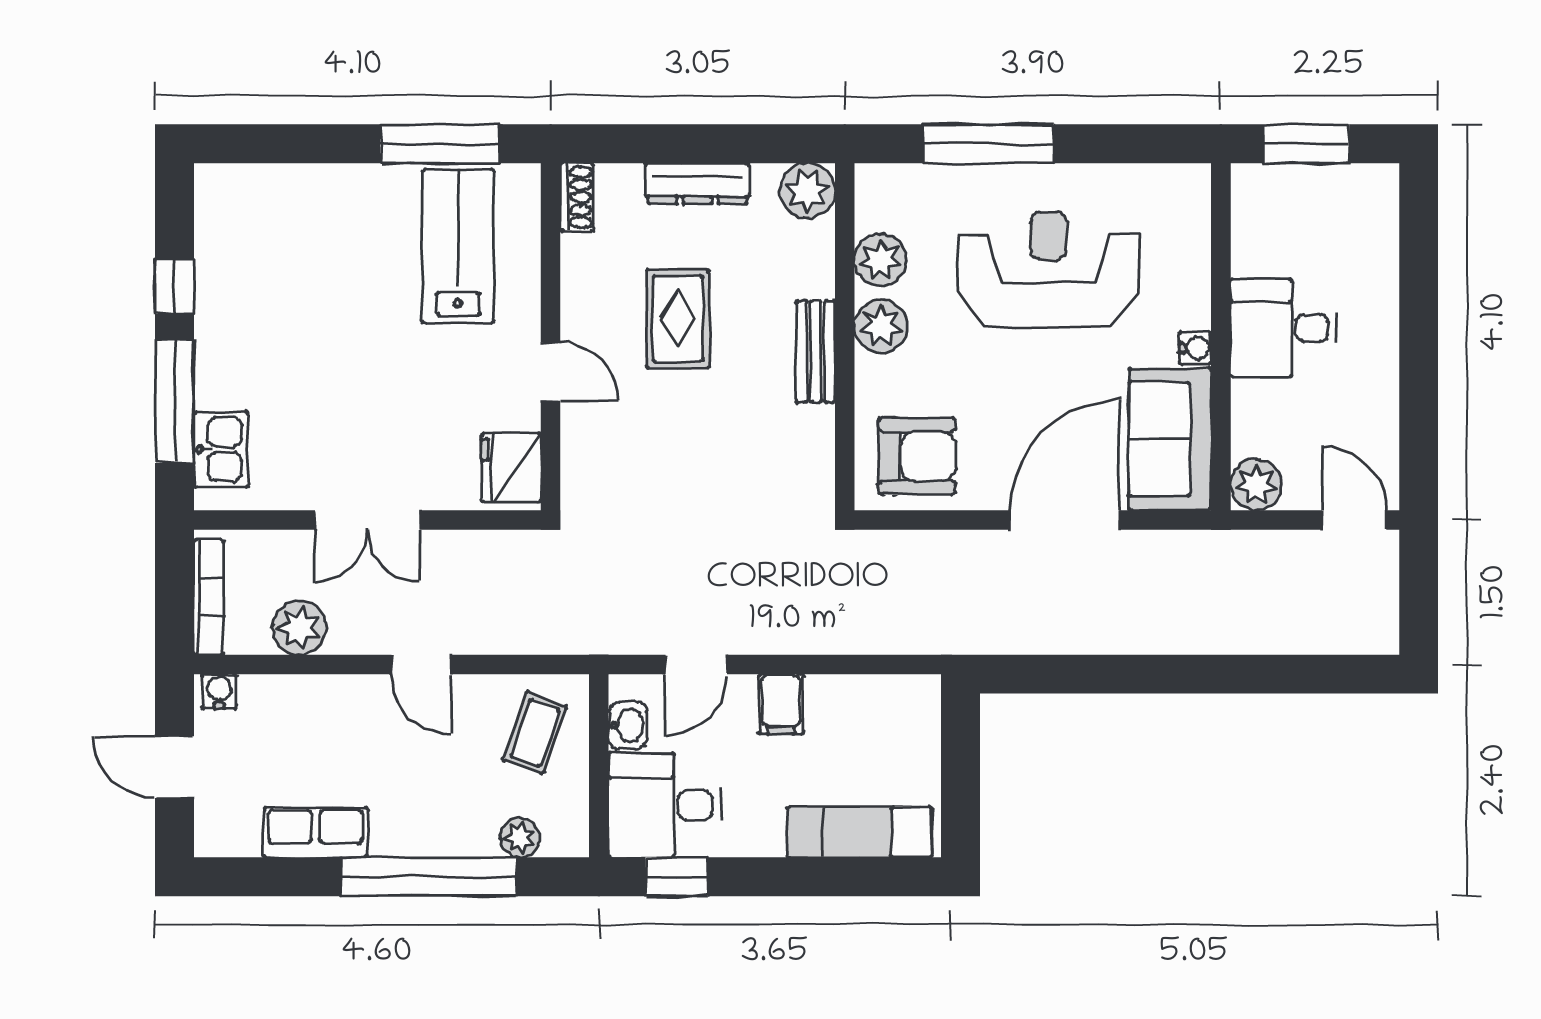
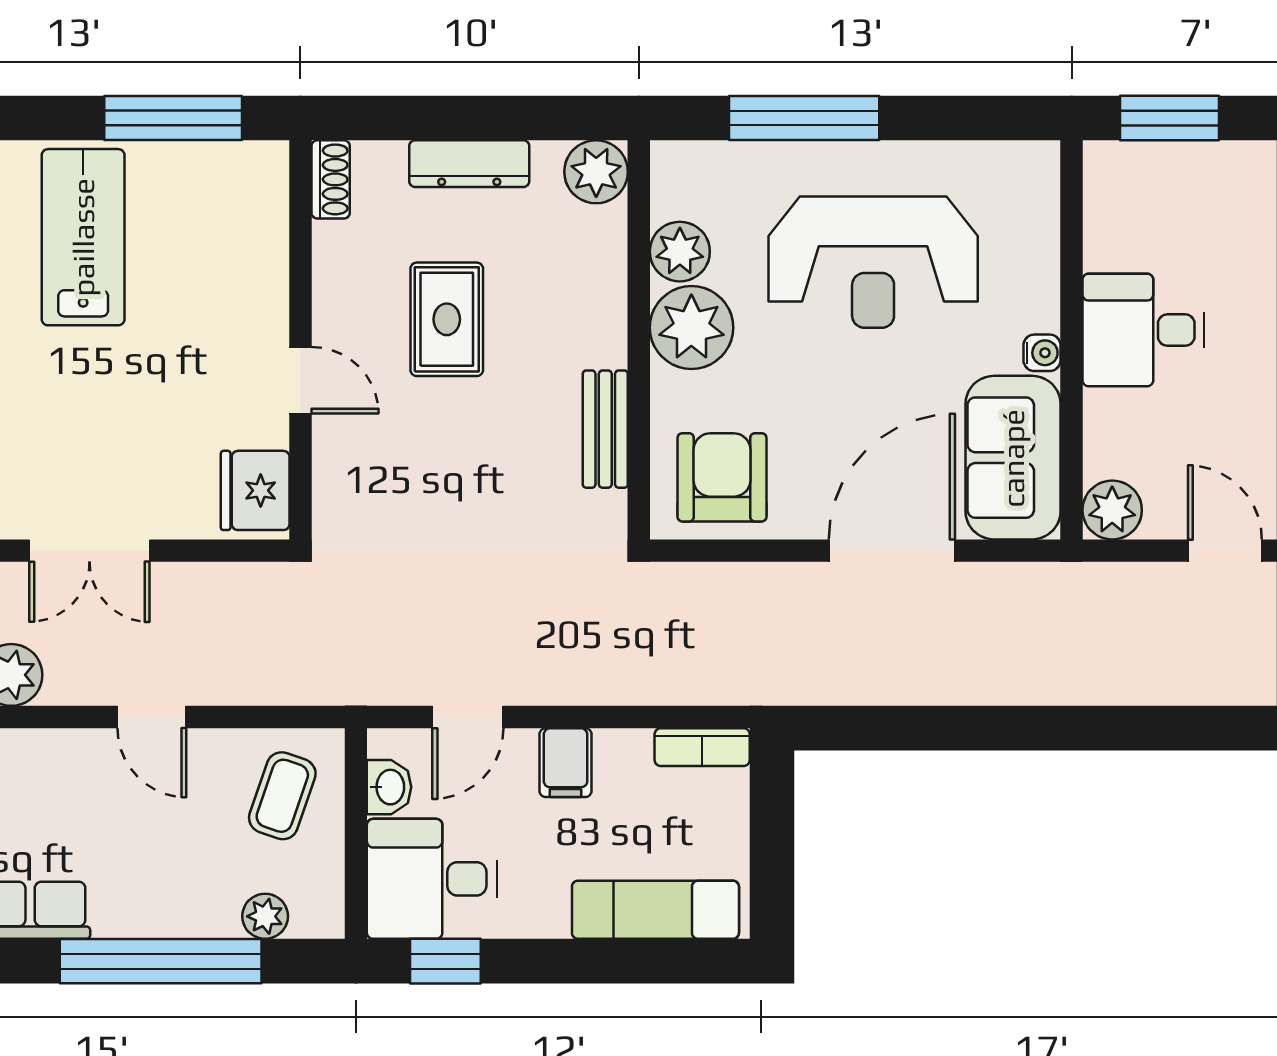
lab bench: (458, 246) -> (83, 237), moved
reception desk: (1048, 269) -> (873, 262), turned 180
plant: (881, 326) -> (691, 328), width x1.36, depth x1.36
bench: (816, 352) -> (605, 429), moved
armchair: (917, 456) -> (722, 477), turned -90
bookcase: (900, 691) -> (702, 747), added

